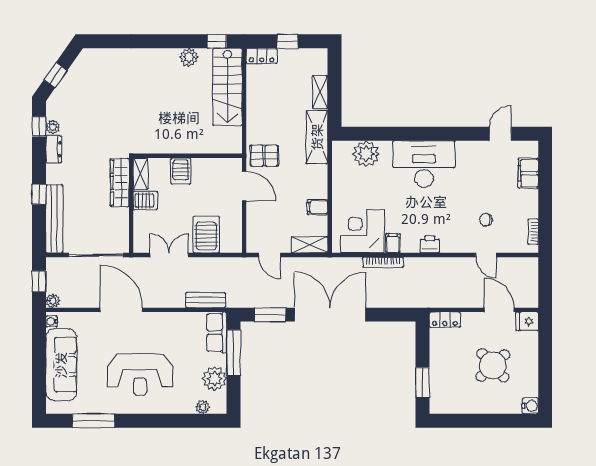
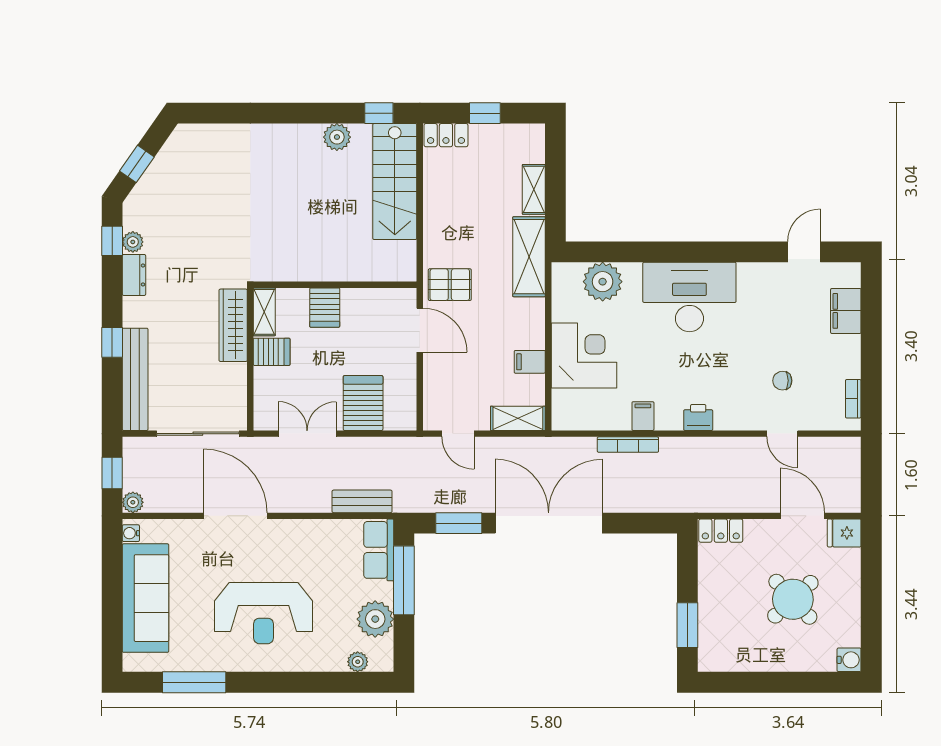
corner desk: (363, 231) -> (584, 356), moved, turned 90

